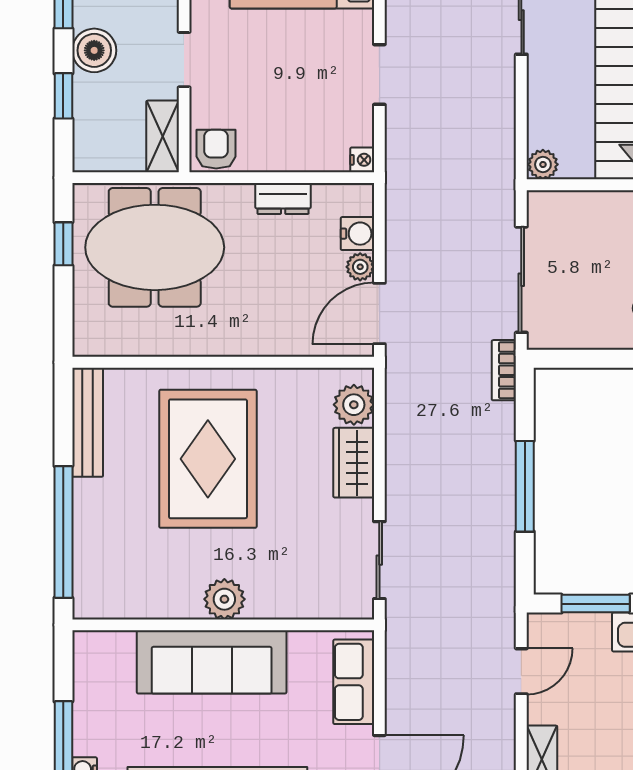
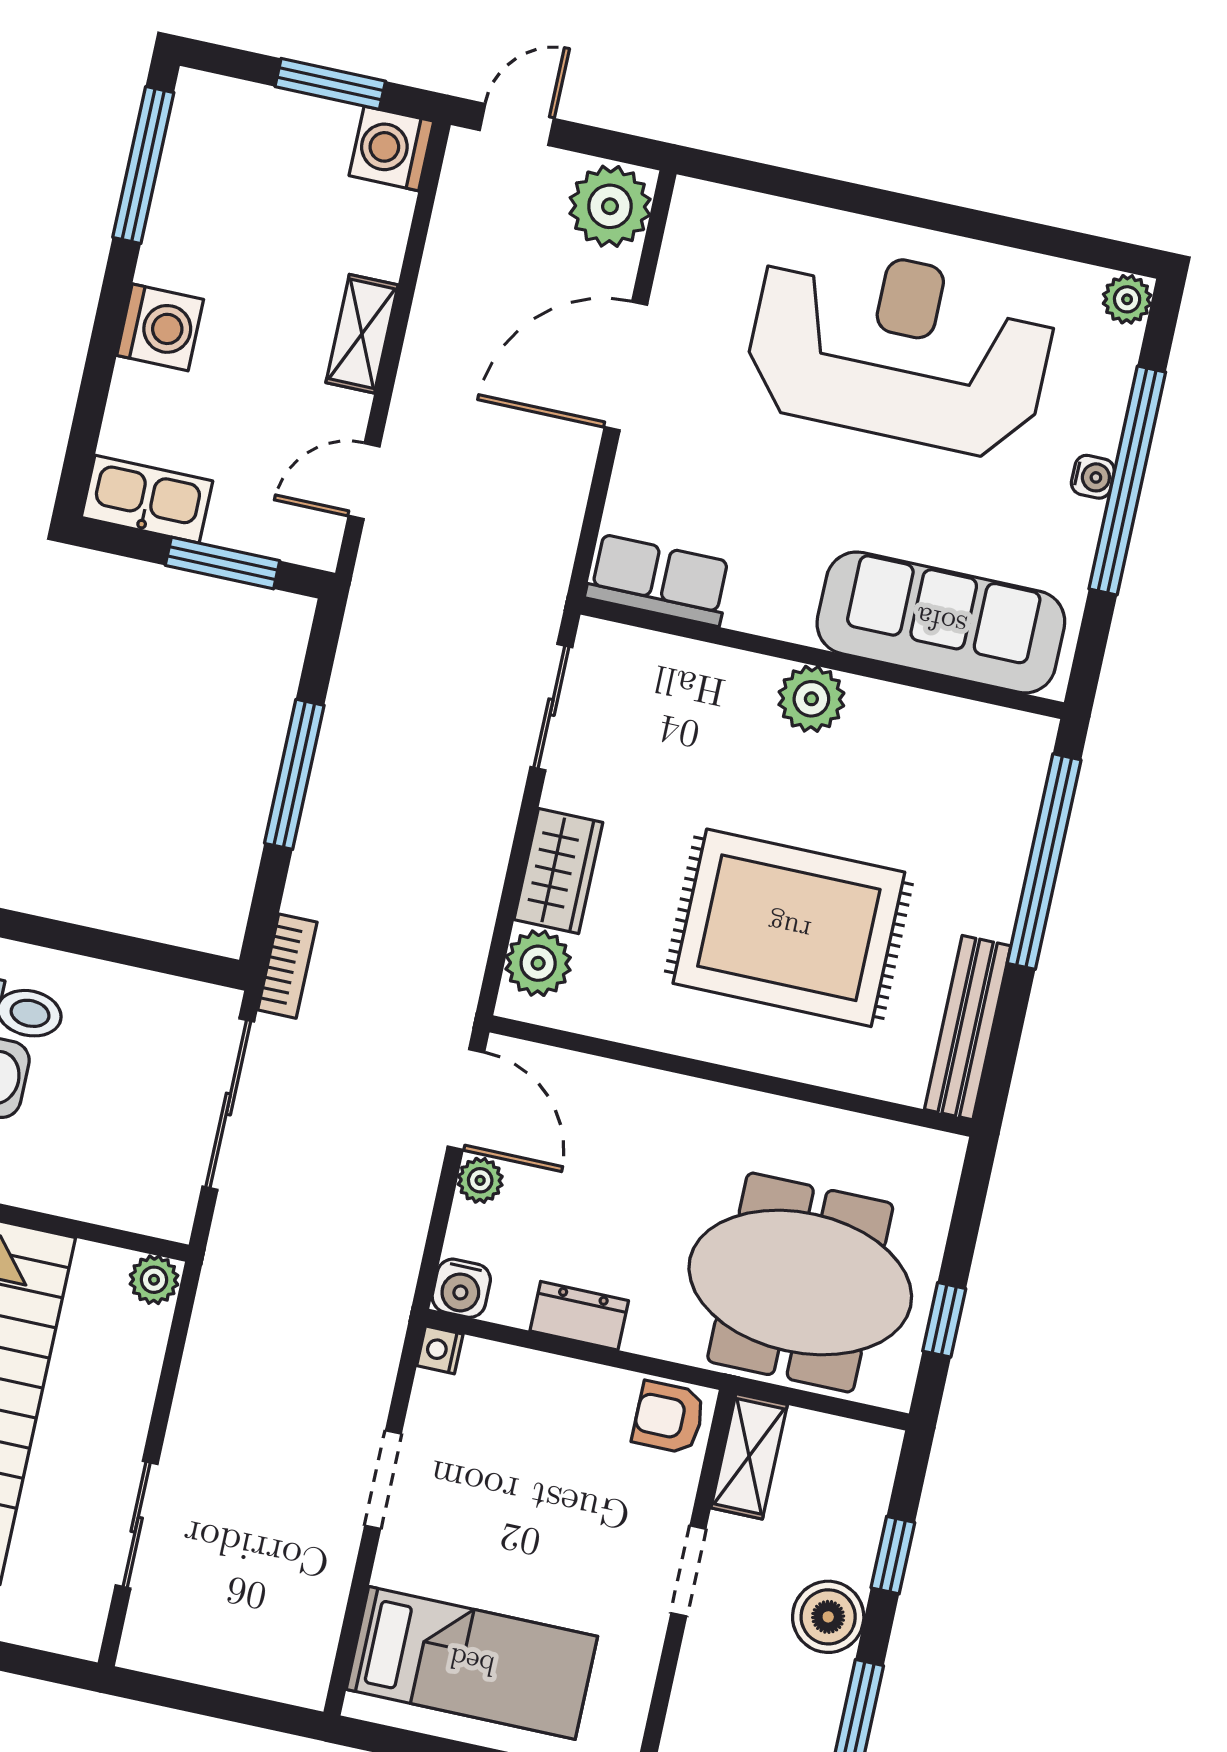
armchair: (216, 149) -> (669, 1417), turned 90
water cooler: (357, 234) -> (461, 1288), moved, turned -90
door: (379, 313) -> (466, 1100), hinge flipped
rug: (208, 459) -> (789, 928), turned 90
sofa: (212, 662) -> (941, 622), moved
row of seats: (354, 682) -> (659, 580), moved, turned -90

